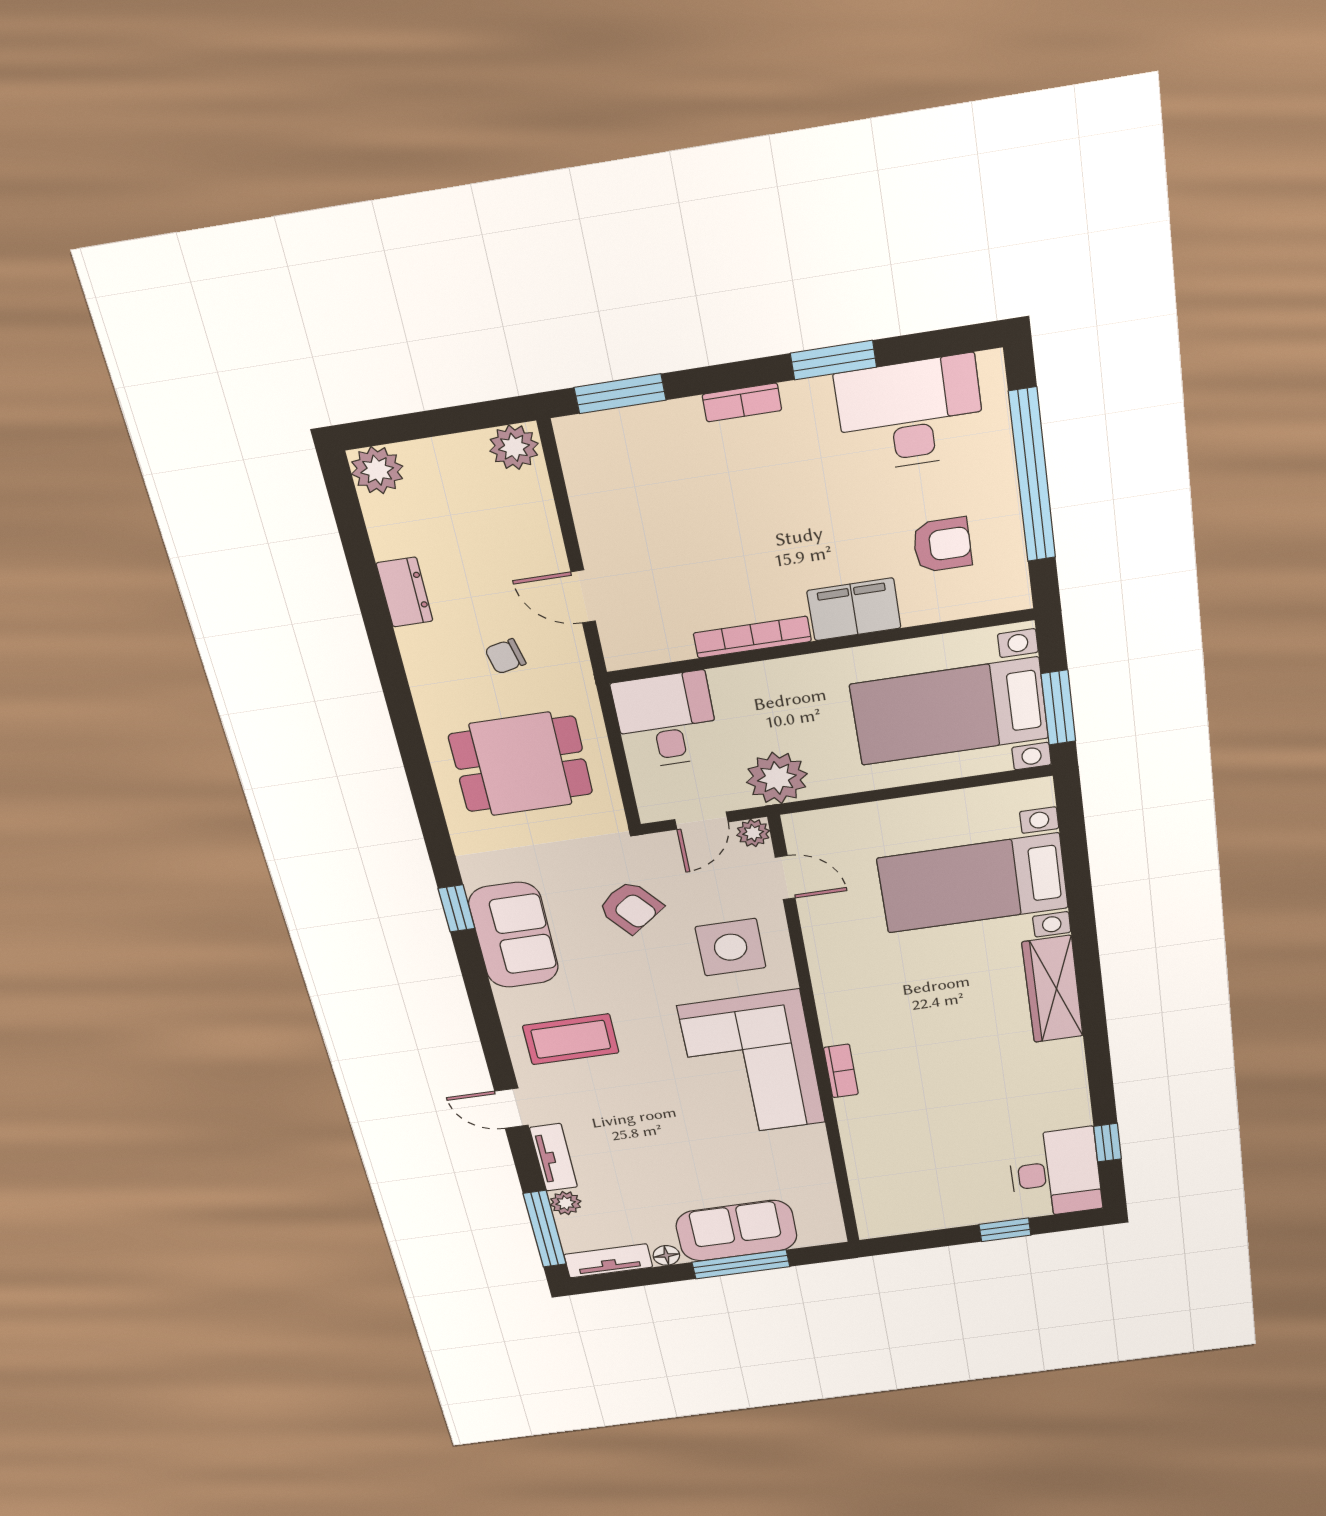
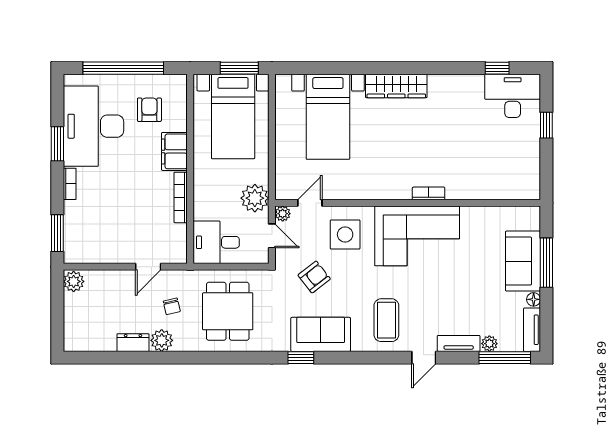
desk: (910, 414) -> (93, 126), width x1.36, depth x1.30
plant: (377, 470) -> (162, 340), moved

